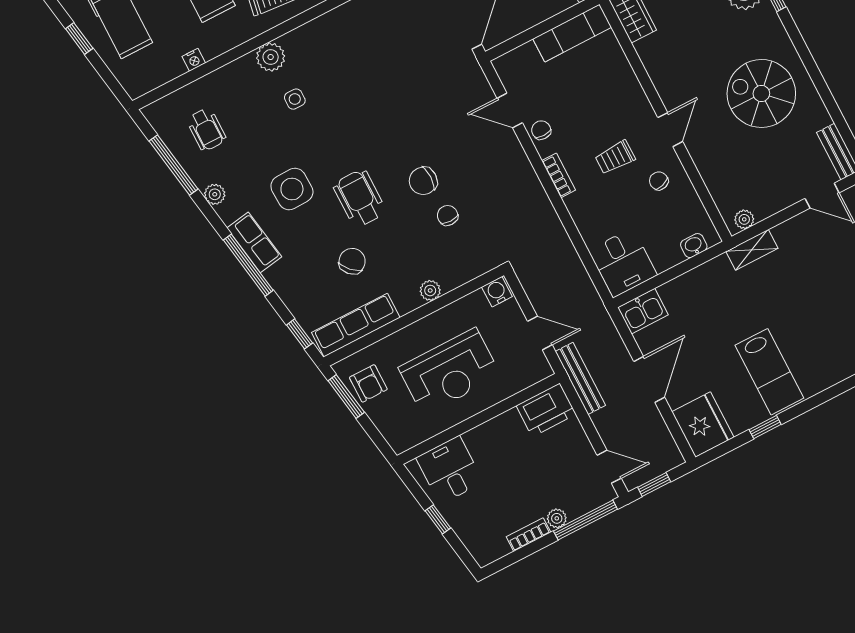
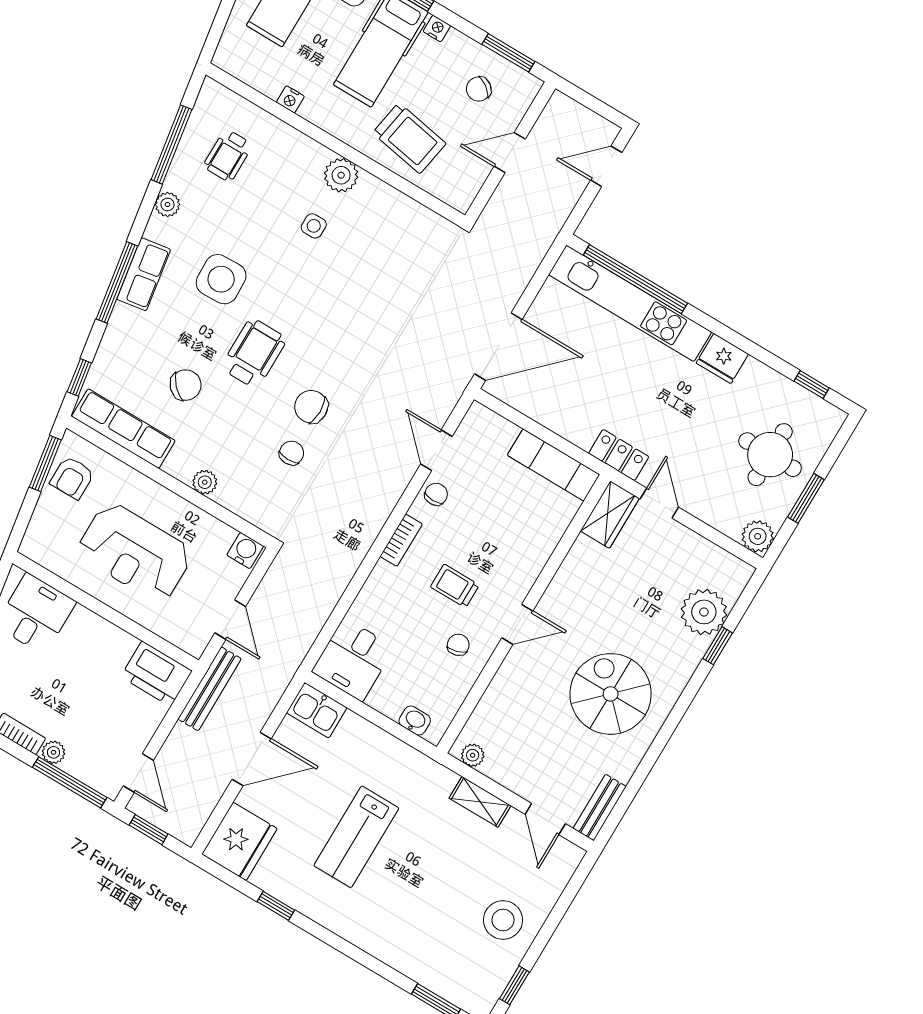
shelving: (752, 250) -> (480, 802), moved
lab bench: (769, 372) -> (356, 837), moved

